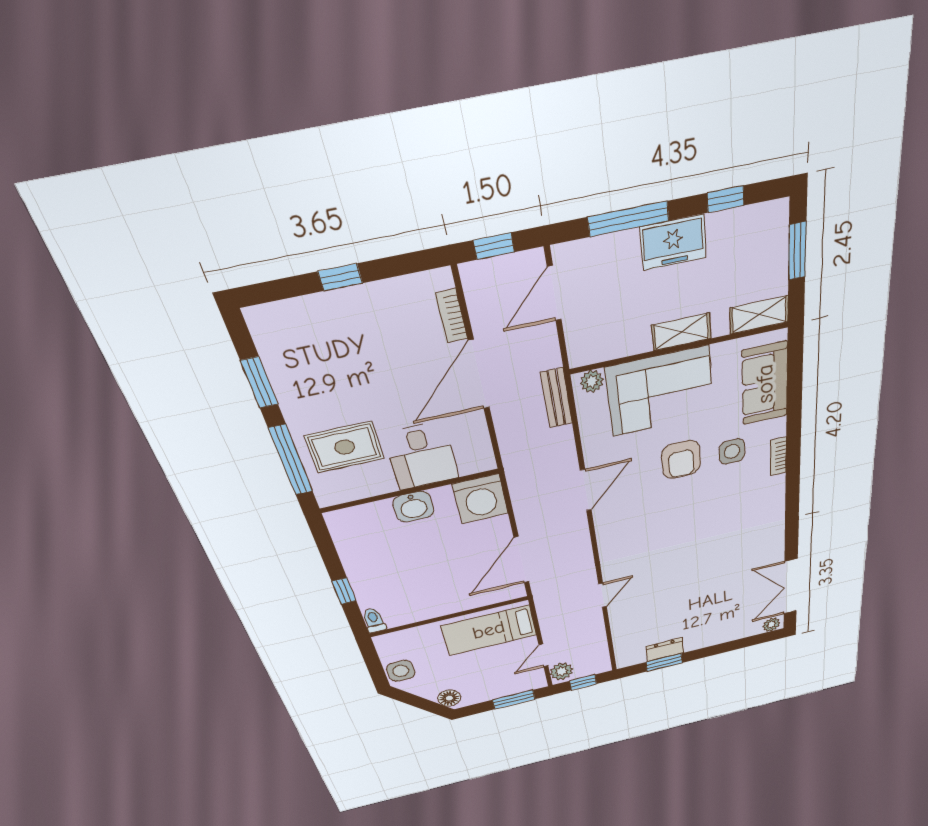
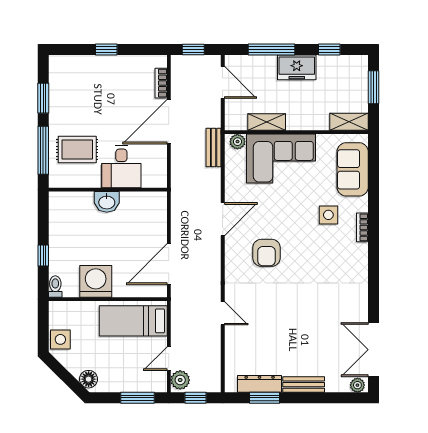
door: (554, 293) -> (223, 82), swing flipped
shelving: (681, 332) -> (267, 122), moved
armchair: (681, 459) -> (266, 253), moved
washing machine: (480, 499) -> (96, 281), moved, turned 180
door: (603, 595) -> (223, 313), hinge flipped
bench: (709, 639) -> (304, 385), added
dresser: (665, 650) -> (260, 384), width x1.44

